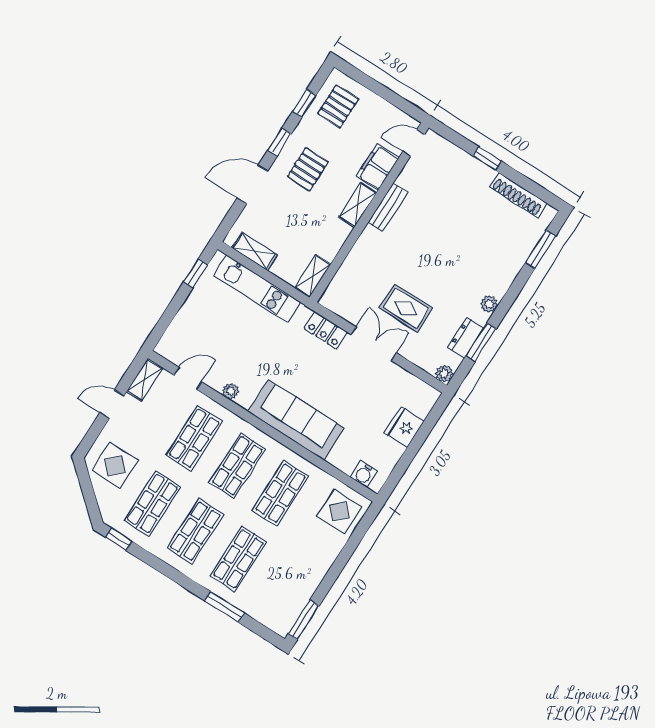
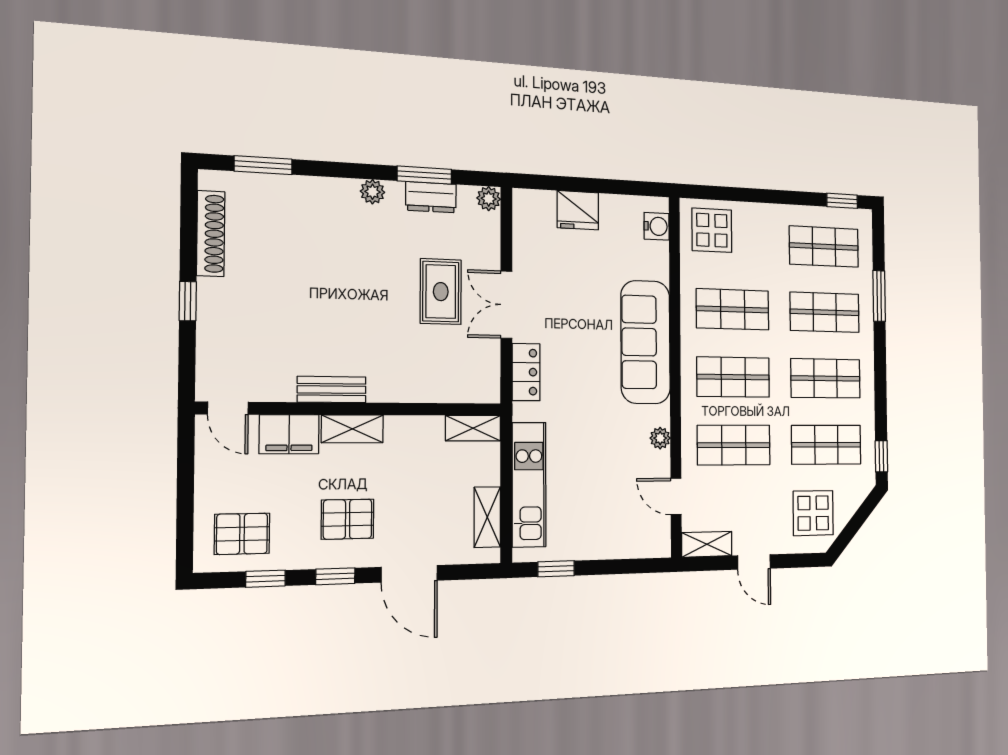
shop shelf: (282, 586) -> (824, 247), added
window: (304, 620) -> (842, 201), width x0.67

